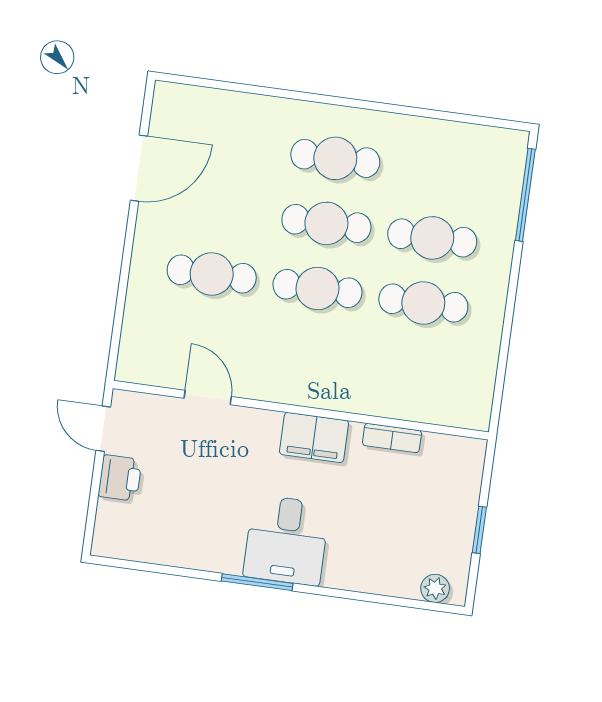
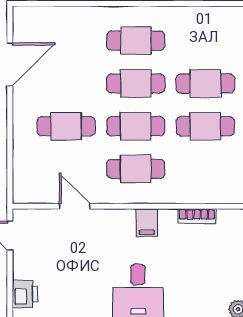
cafe table: (309, 354) -> (136, 169), added
filing cabinet: (314, 437) -> (147, 223), width x0.50
printer: (120, 478) -> (25, 294), moved

